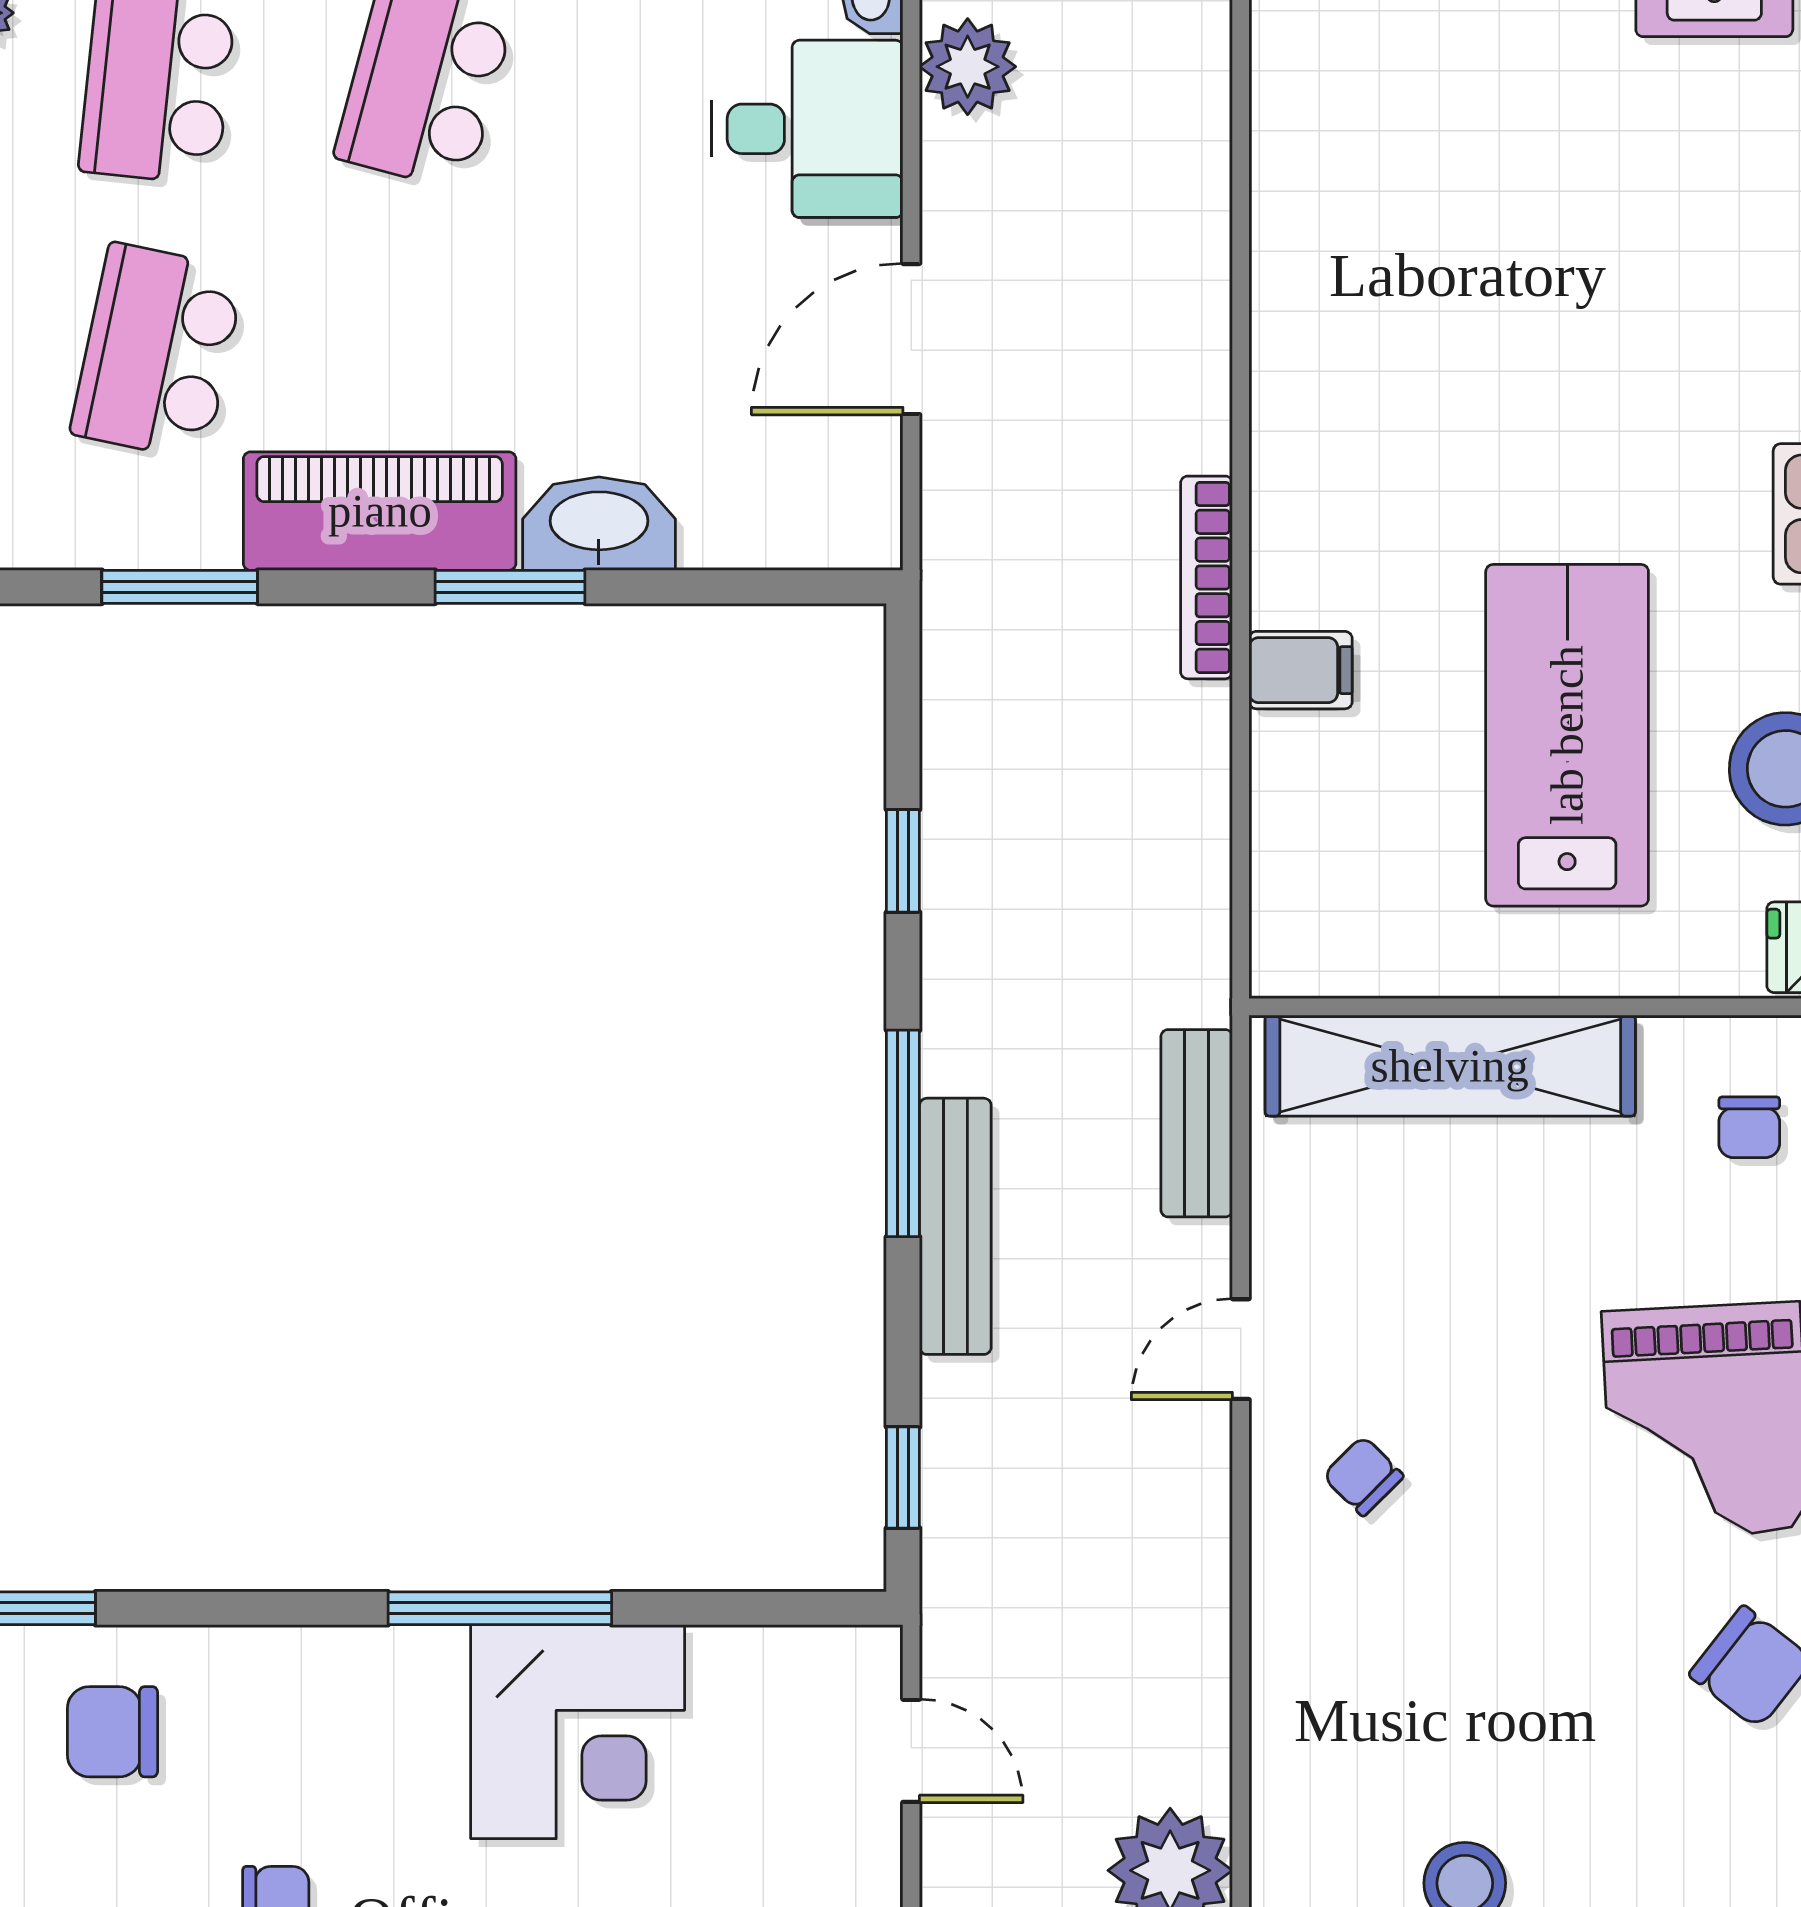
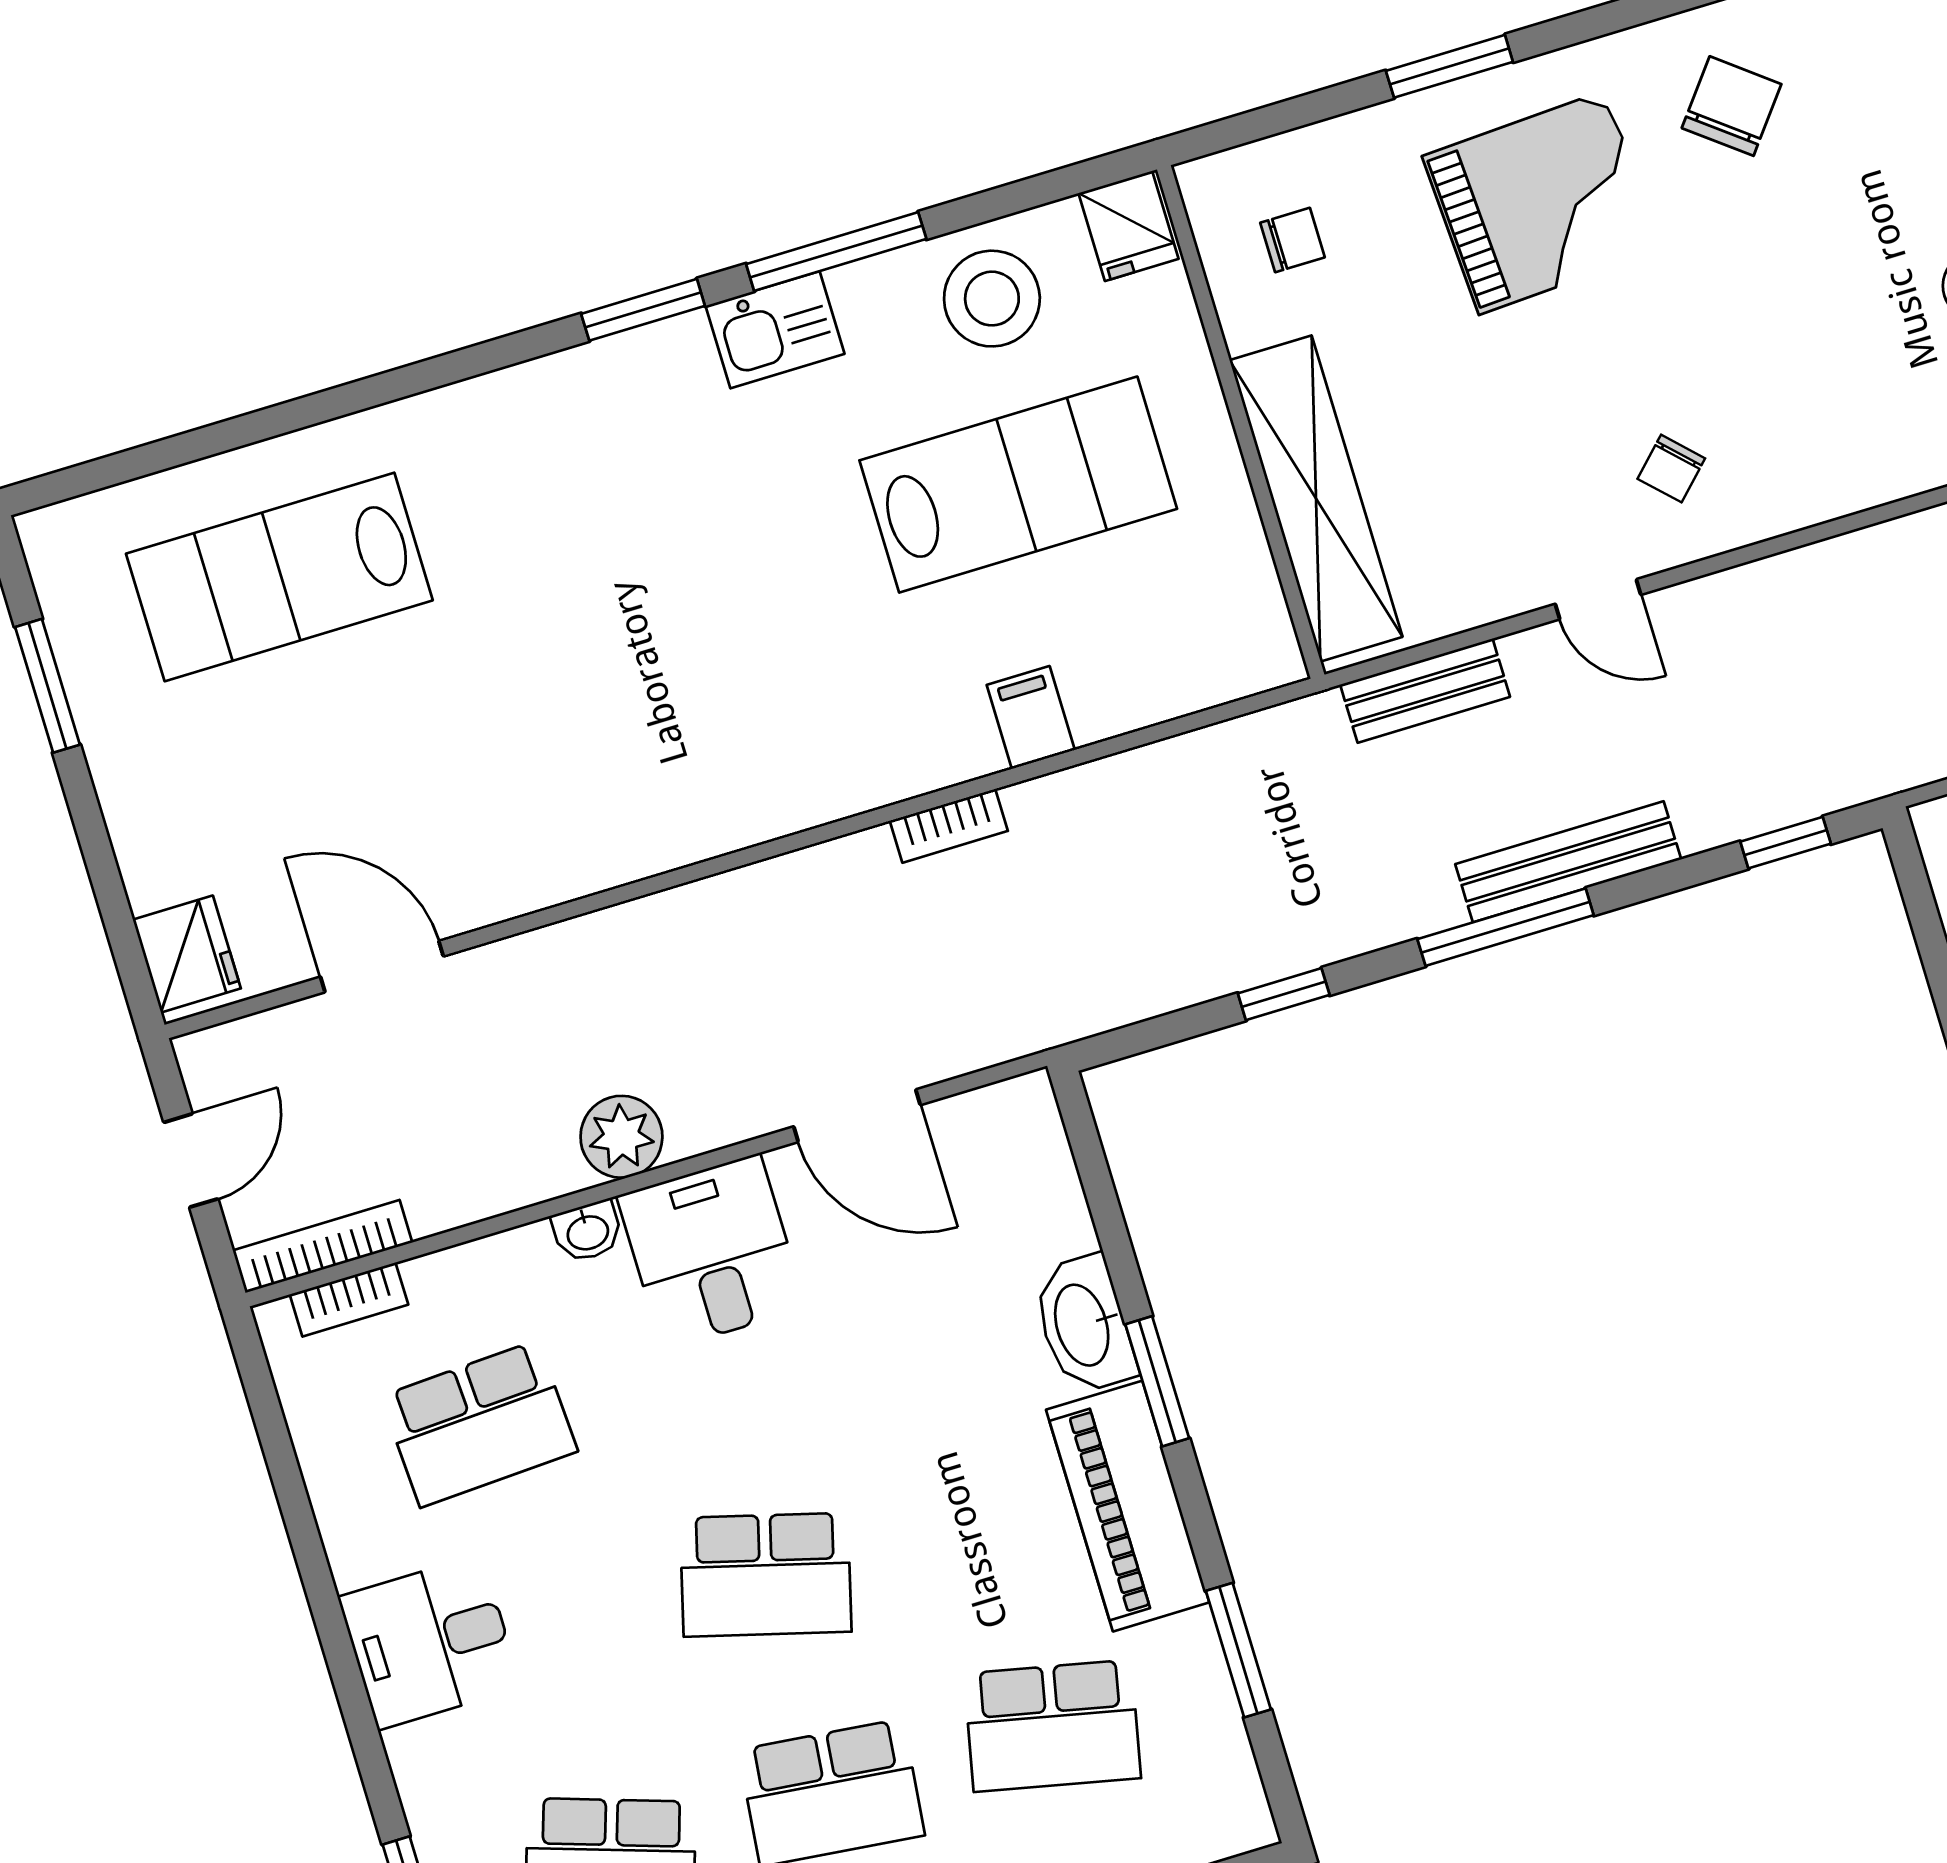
bookcase: (1207, 577) -> (949, 826), width x0.64
lab bench: (1567, 735) -> (1018, 485), turned 180

